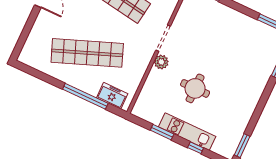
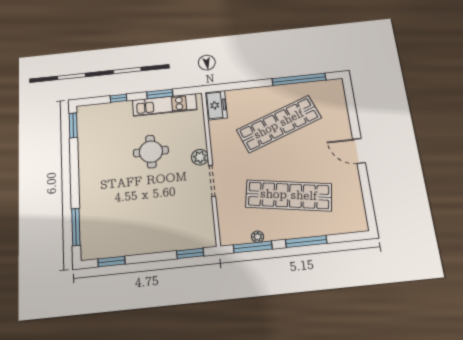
window: (85, 96) -> (299, 79), moved
freezer: (112, 96) -> (216, 105), moved, turned -90
kitchen unit: (187, 132) -> (165, 105), moved

